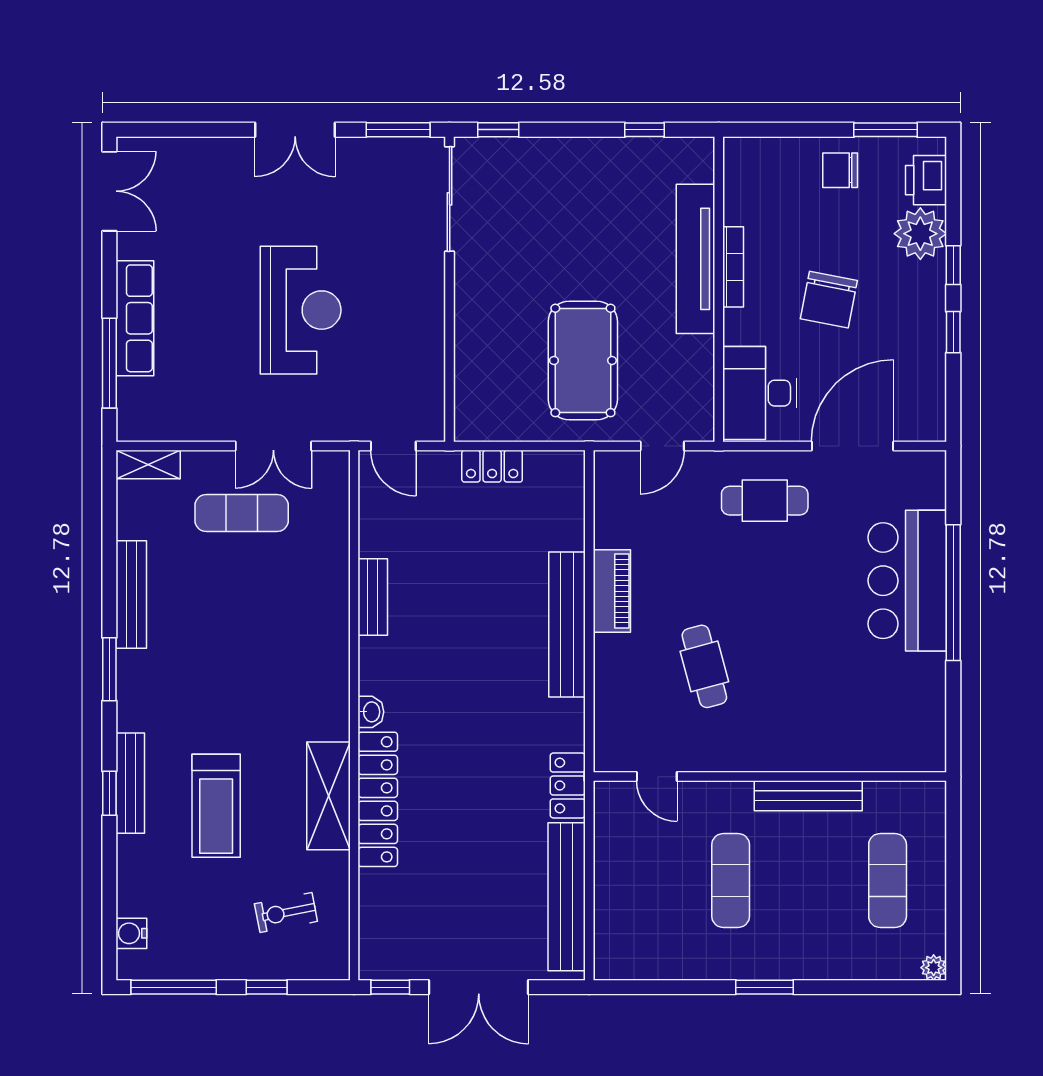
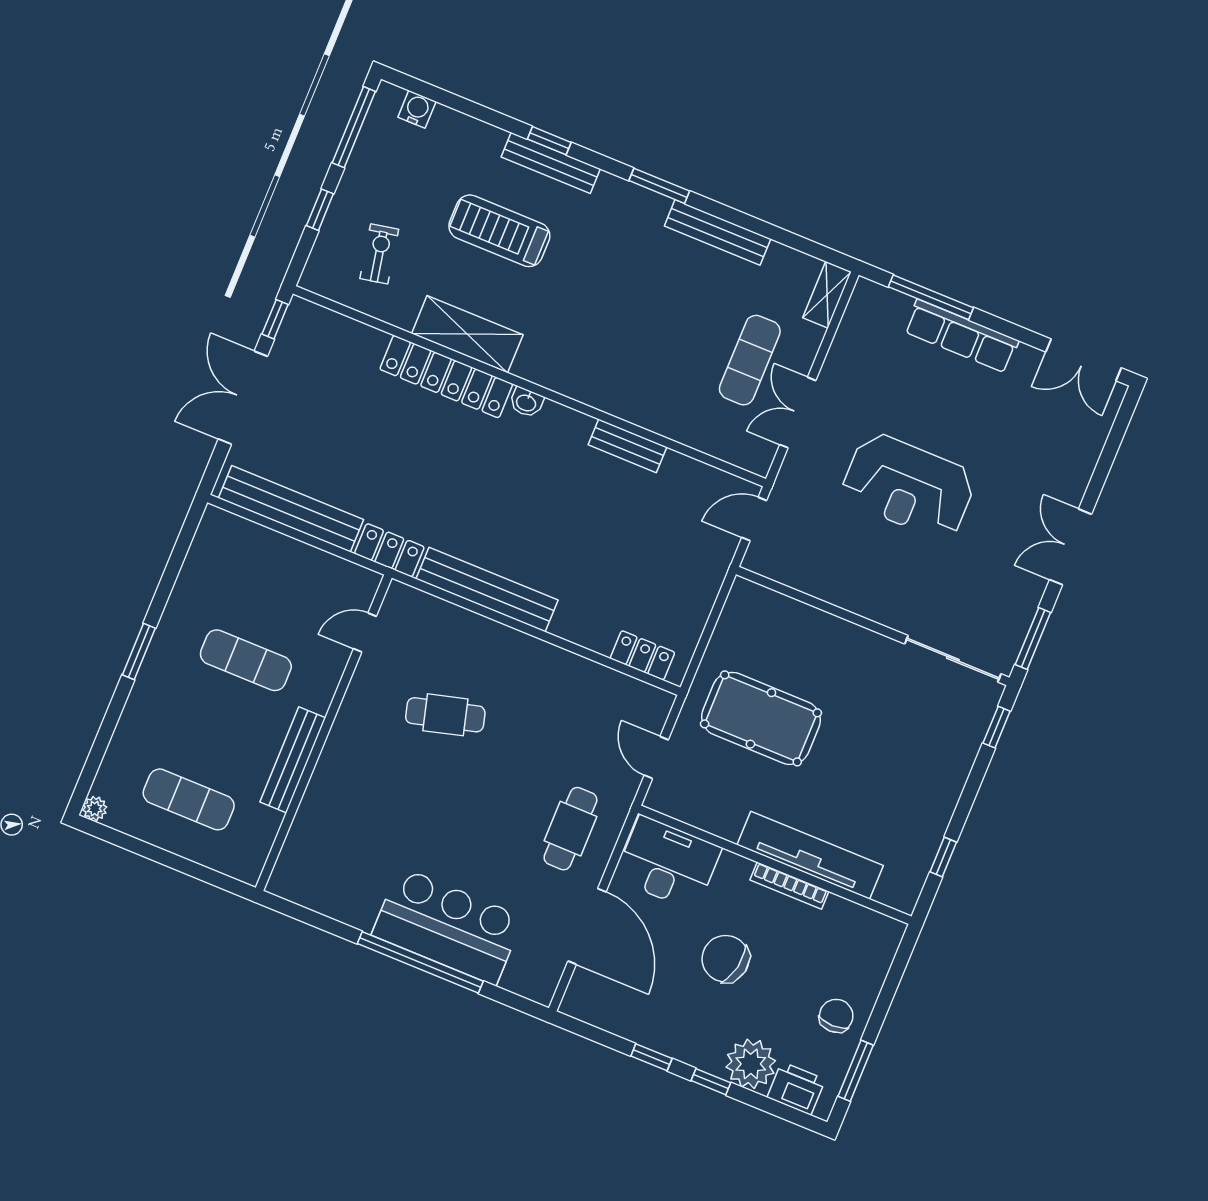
locker: (492, 466) -> (642, 655), moved, turned 90
piano: (612, 591) -> (546, 660), removed
bench: (567, 624) -> (487, 590), moved

